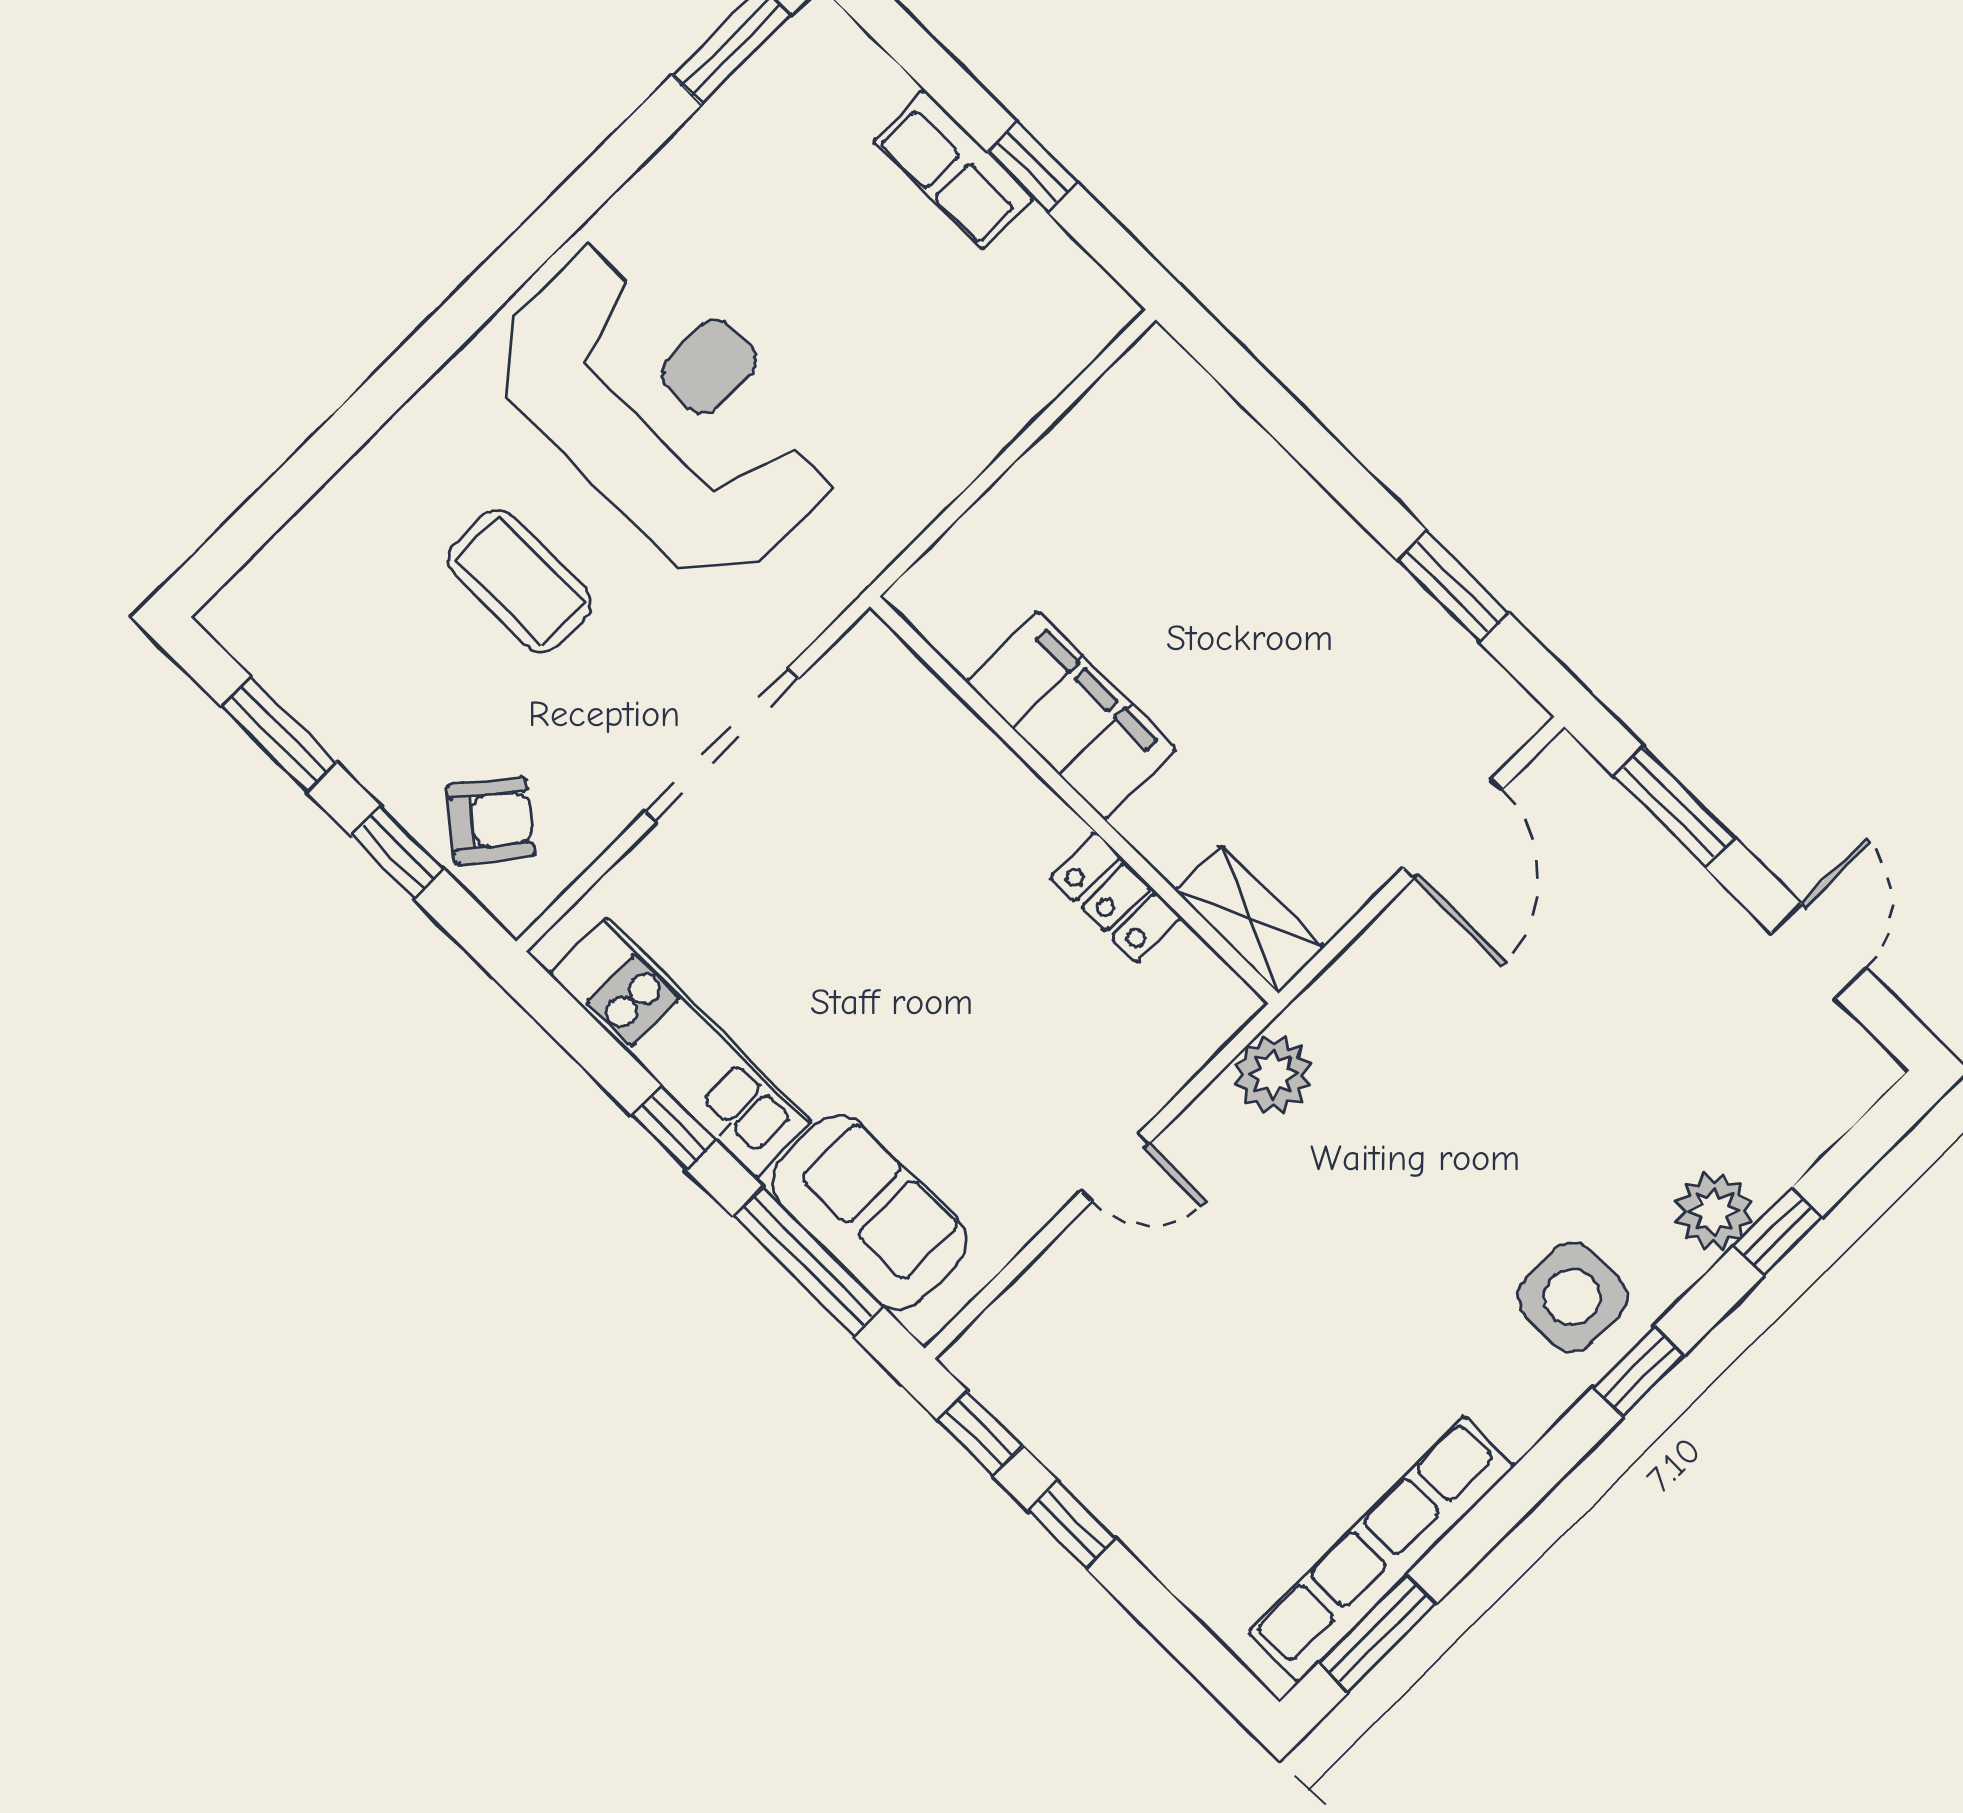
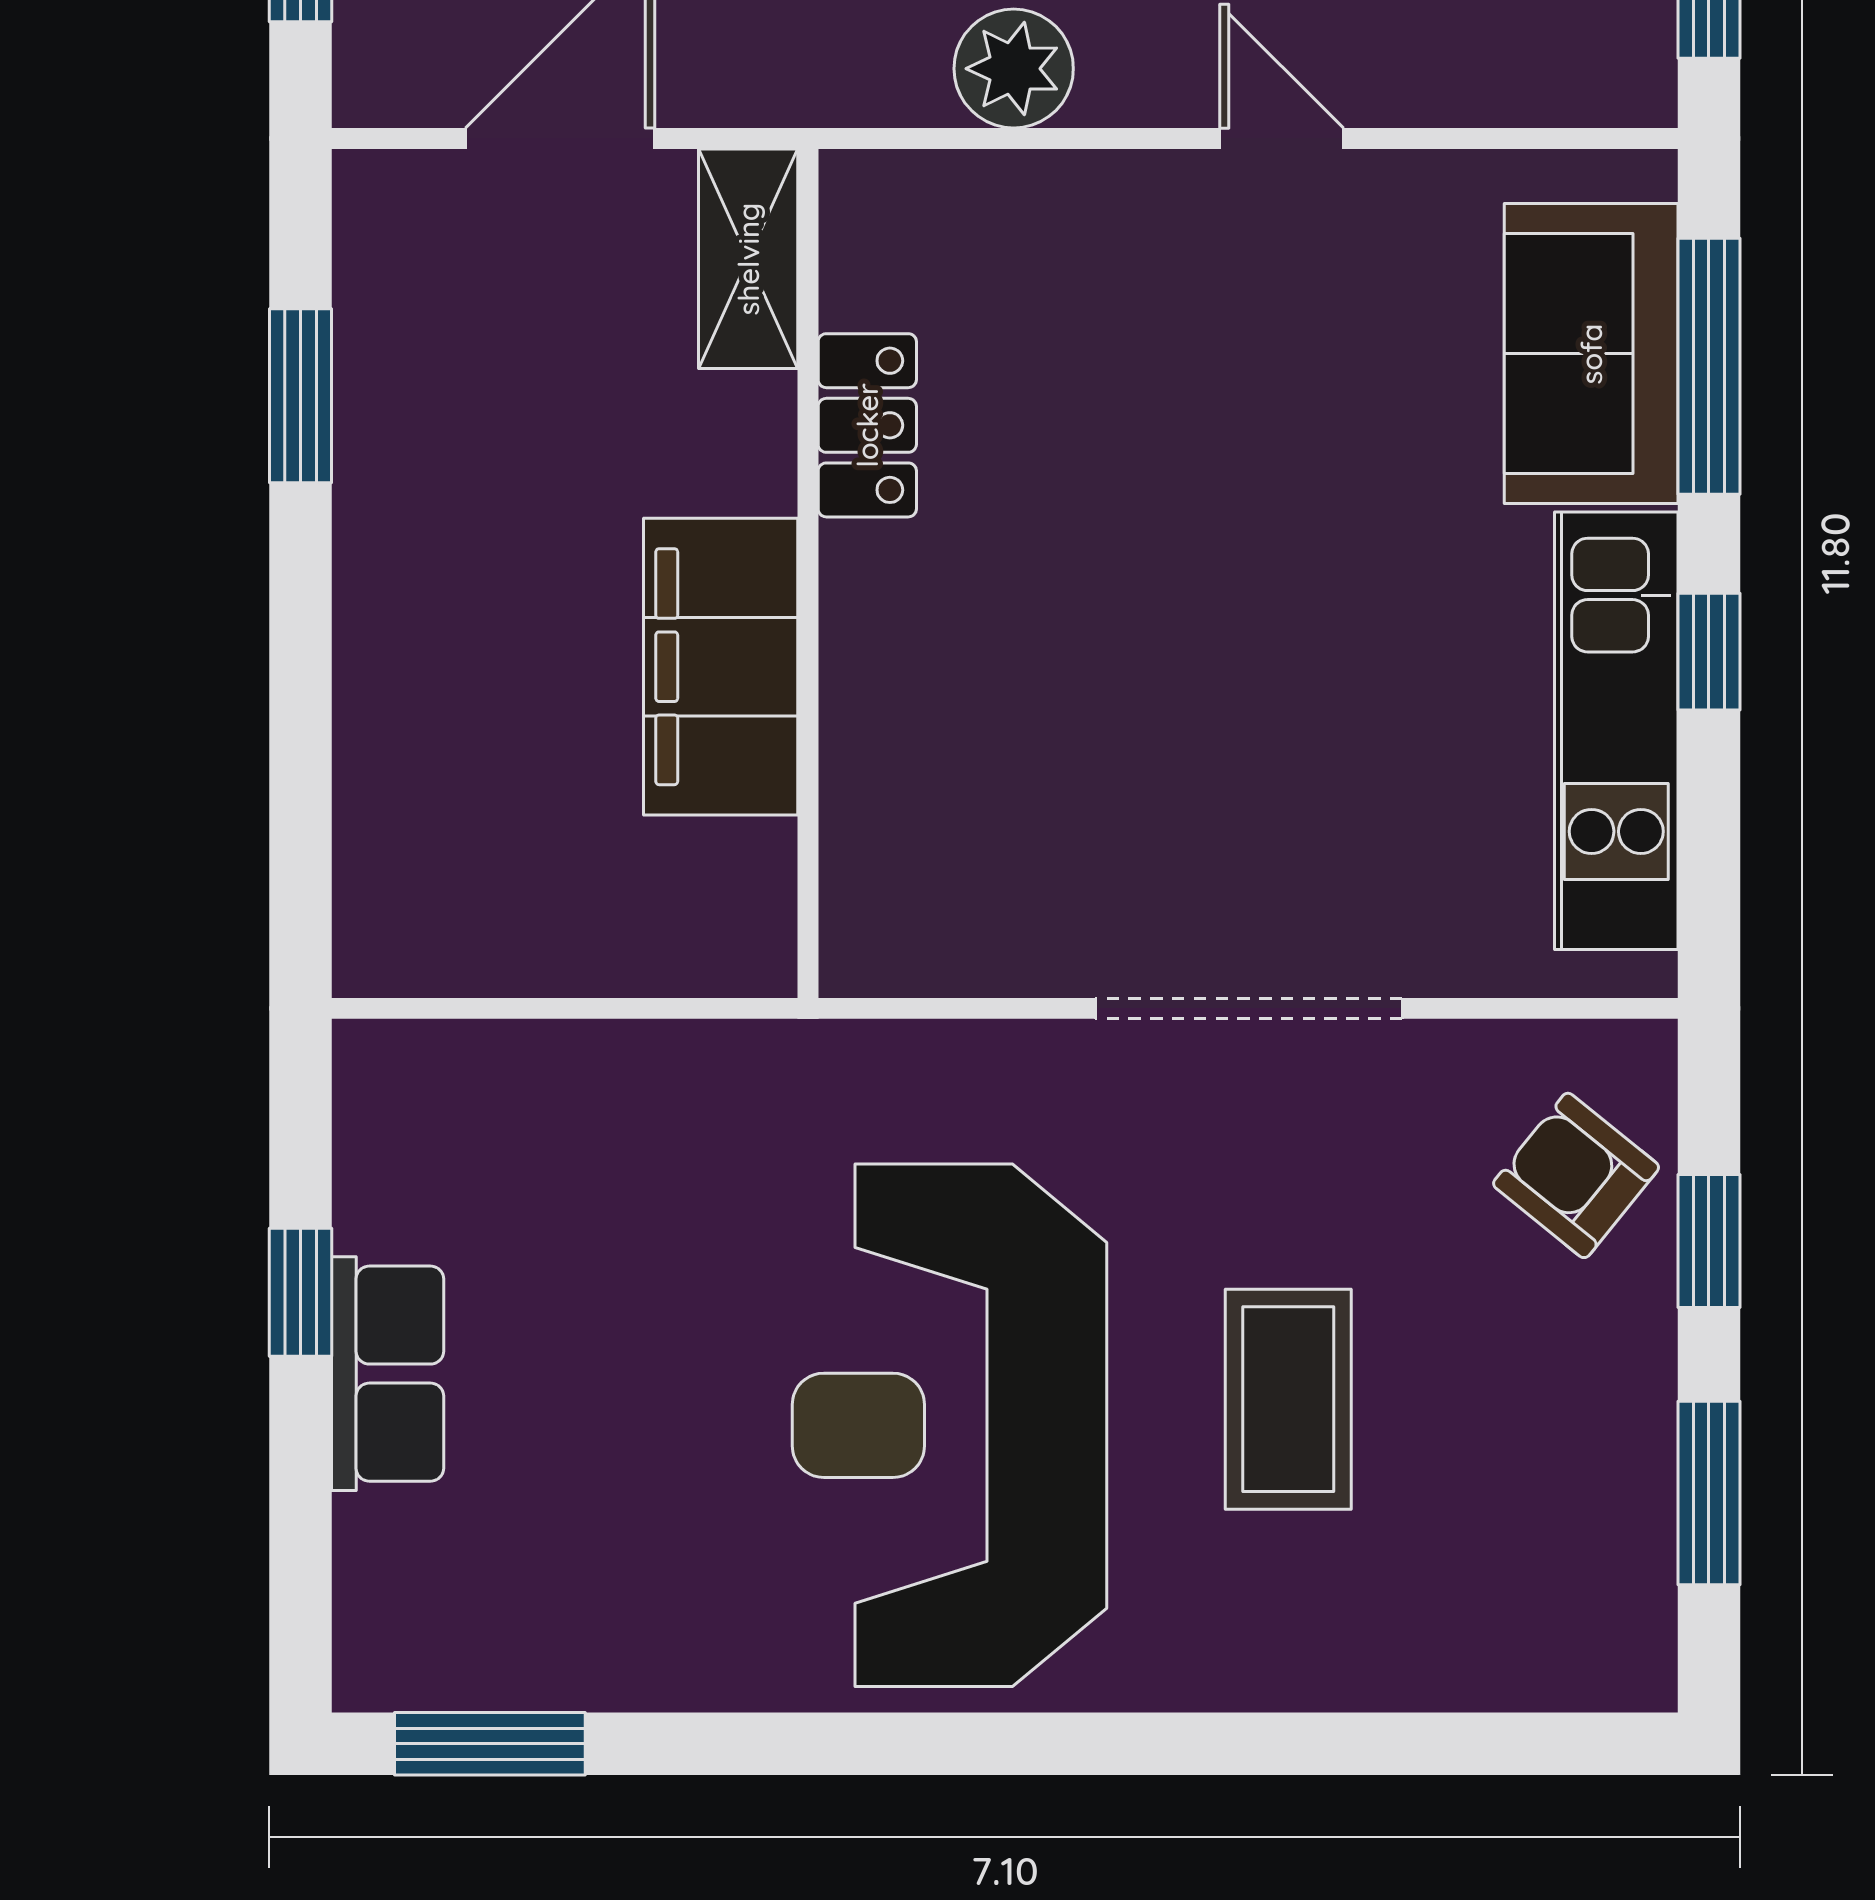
filing cabinet: (1071, 715) -> (721, 667), moved
wall: (1074, 800) -> (808, 573), moved
locker: (1116, 897) -> (867, 425), moved
shelving: (1250, 919) -> (748, 259), moved

